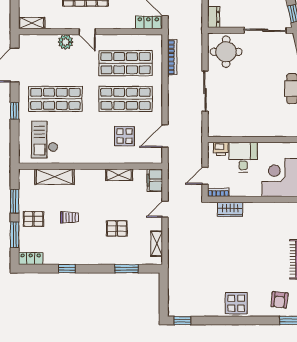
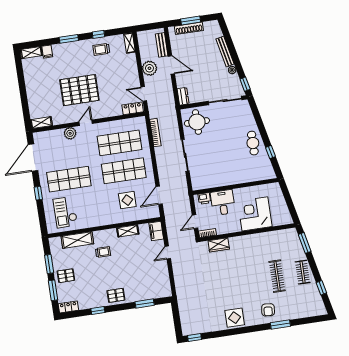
door: (87, 32) -> (86, 123), swing flipped
trolley: (69, 217) -> (103, 252), moved
pallet: (117, 229) -> (116, 295), moved
shelving: (157, 244) -> (165, 280), removed

